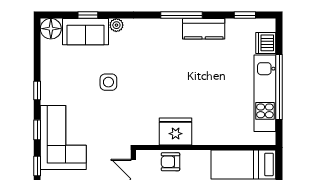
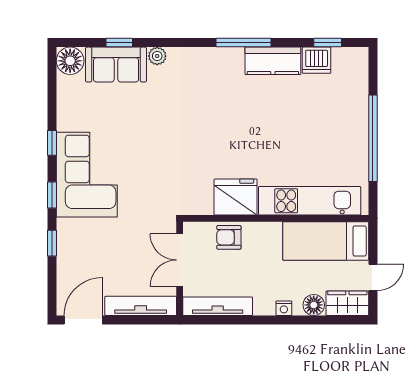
dishwasher: (266, 43) -> (317, 60), moved, turned -90
side table: (108, 82) -> (147, 132), removed
kitchen unit: (265, 93) -> (310, 201), moved, turned 90
corner sofa: (63, 138) -> (87, 175), moved

